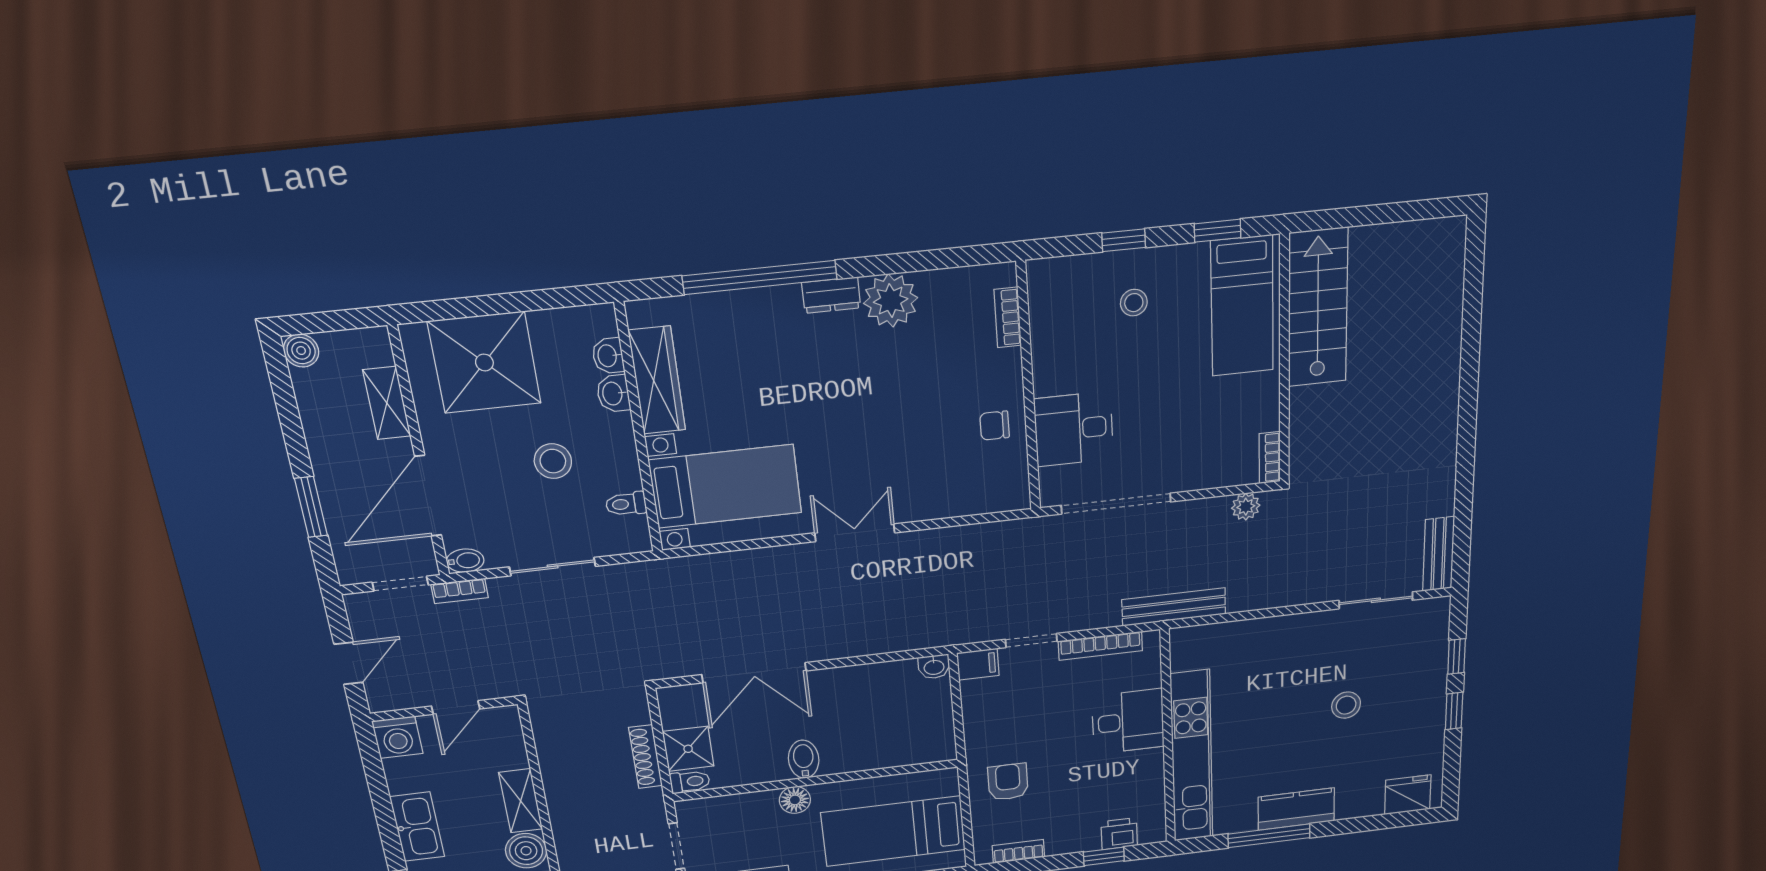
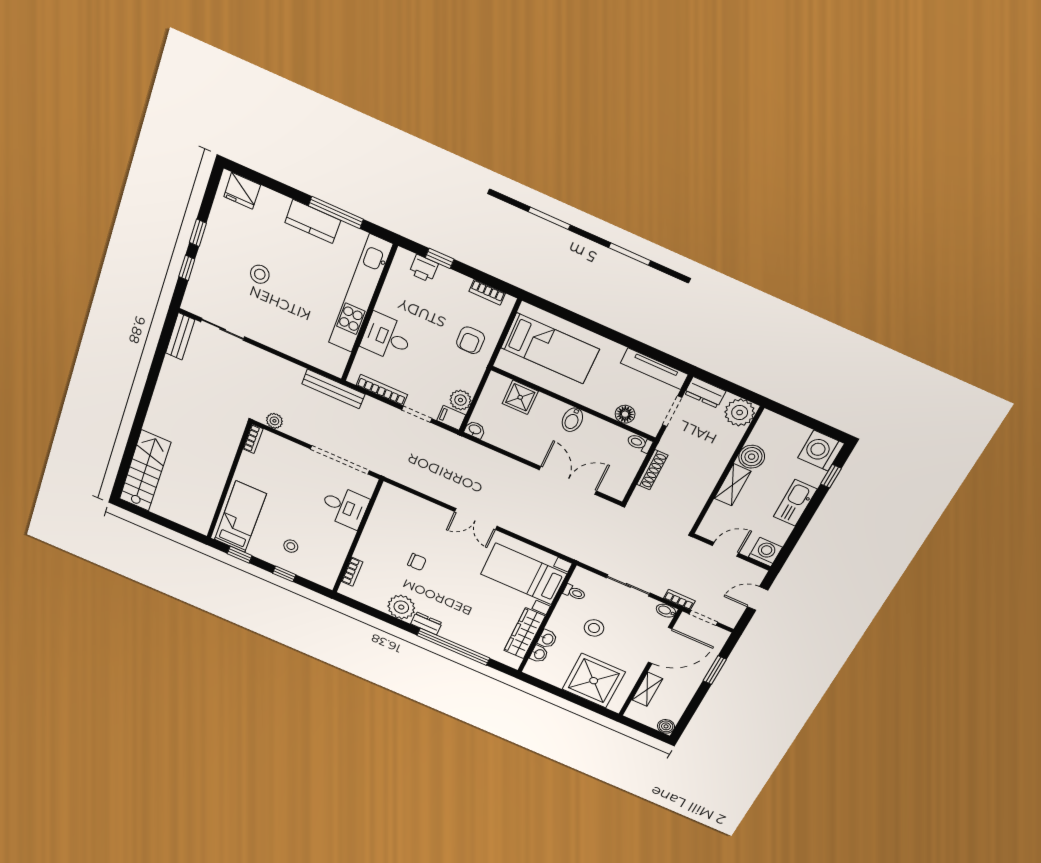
stairs: (1318, 308) -> (145, 471), moved, turned 180
chair: (995, 426) -> (417, 562), moved
plant: (978, 696) -> (460, 400), added
shower: (688, 749) -> (520, 397), moved
floor lamp: (795, 800) -> (625, 414), moved

